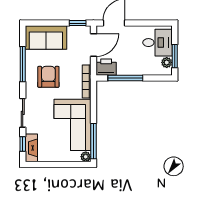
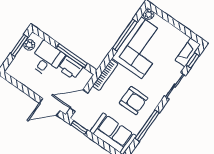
desk: (157, 43) -> (47, 59), moved, turned 90
printer: (106, 67) -> (70, 68), moved
armchair: (48, 77) -> (134, 101), turned -90
window: (93, 141) -> (125, 35), moved

